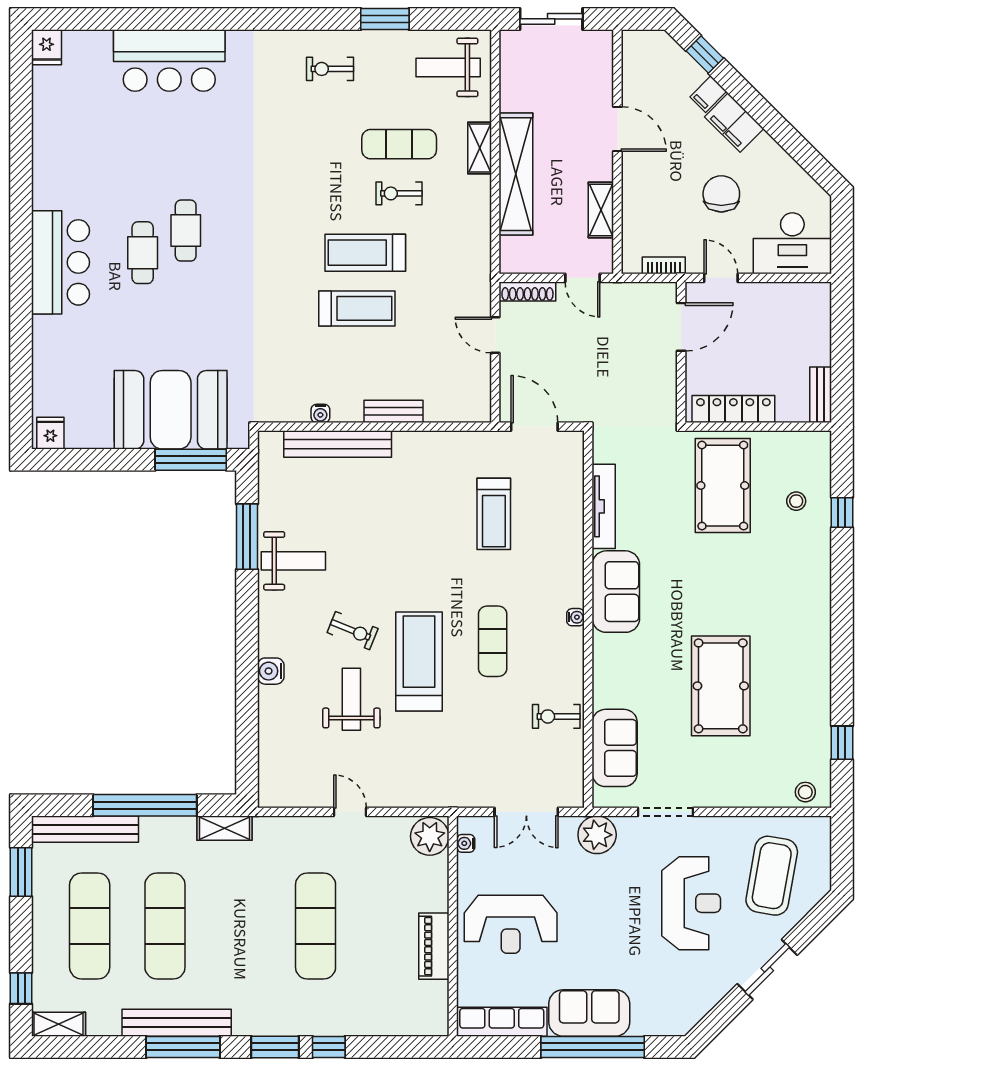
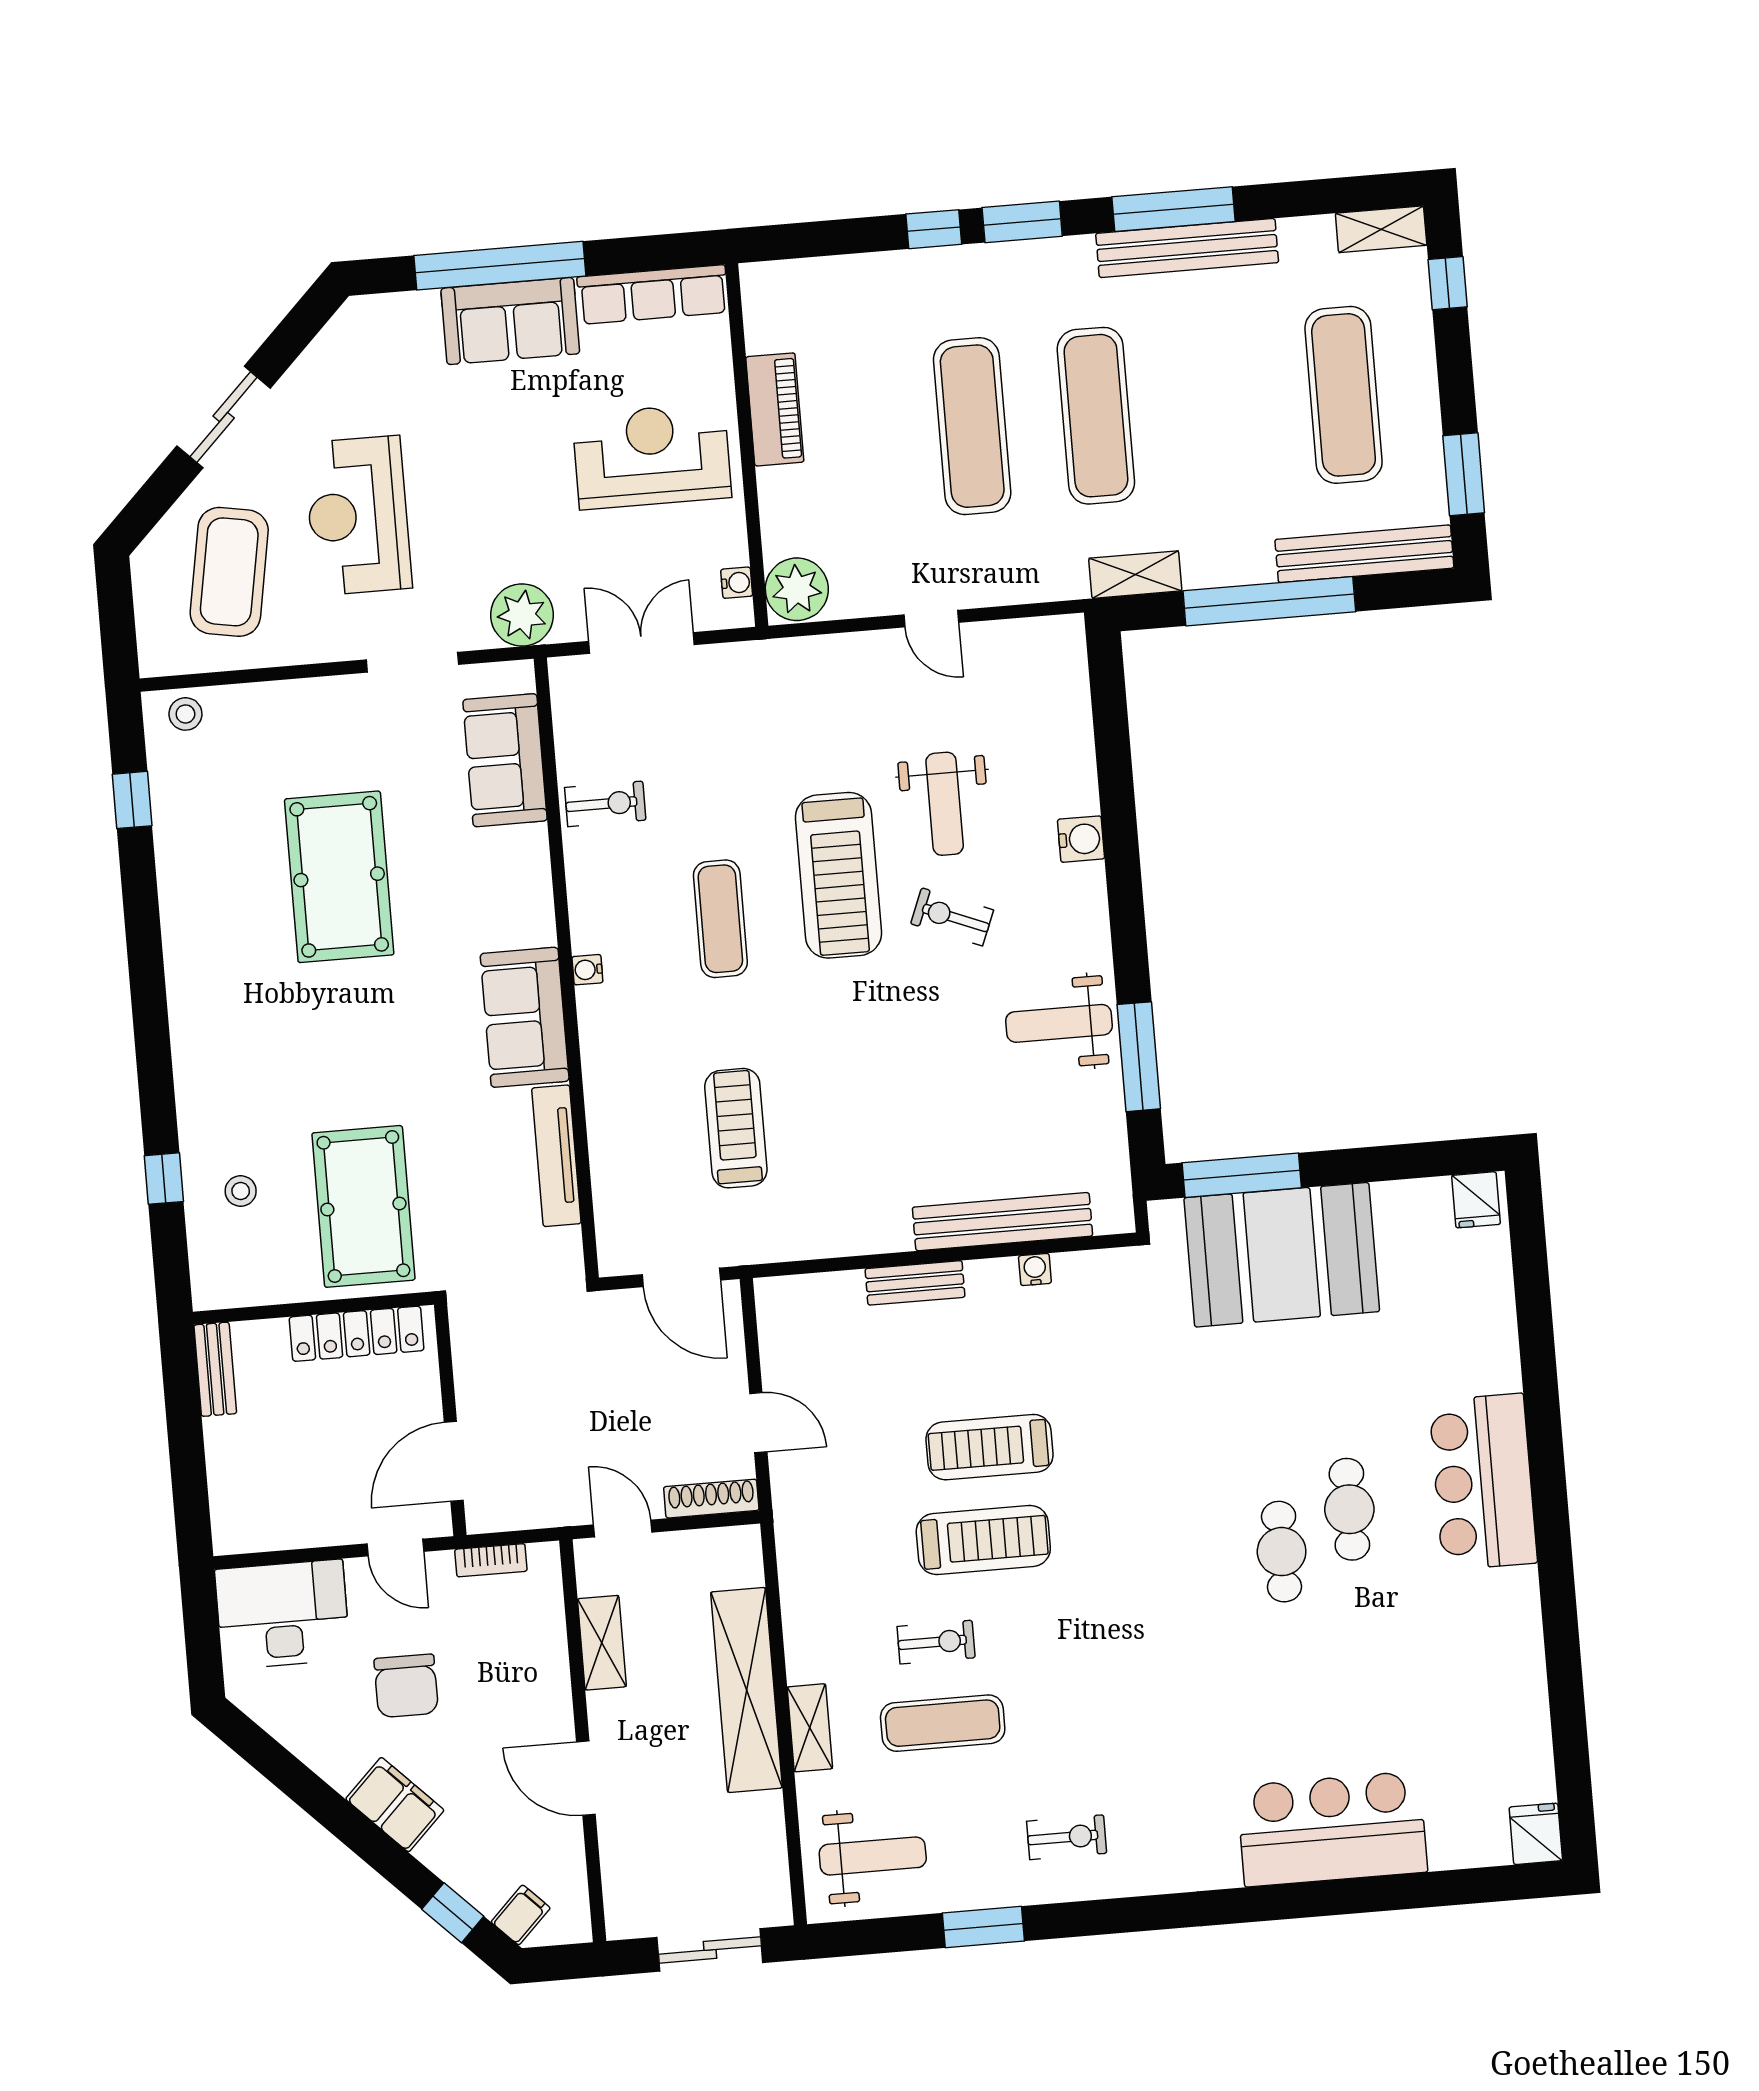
filing cabinet: (708, 94) -> (521, 1915), moved
exercise mat: (165, 926) -> (1096, 416), moved

